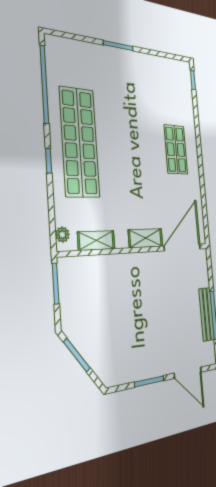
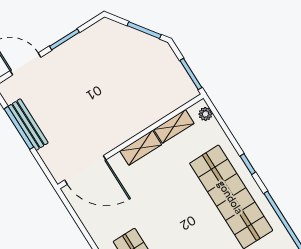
shelving: (146, 238) -> (141, 148), moved
door: (182, 247) -> (85, 170), hinge flipped

